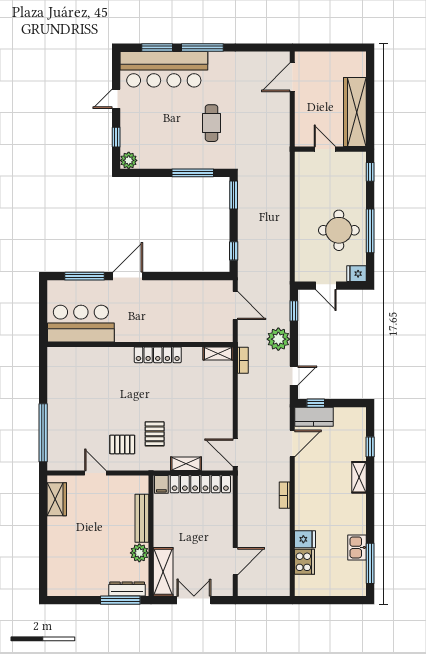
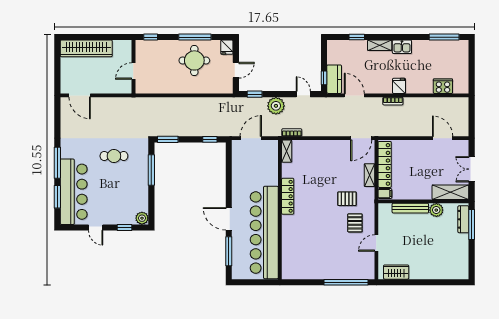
wardrobe: (355, 112) -> (86, 48), moved
bar counter: (81, 324) -> (264, 233), width x1.86
fridge: (305, 539) -> (399, 86), moved
kitchen sink: (357, 547) -> (402, 47), moved

